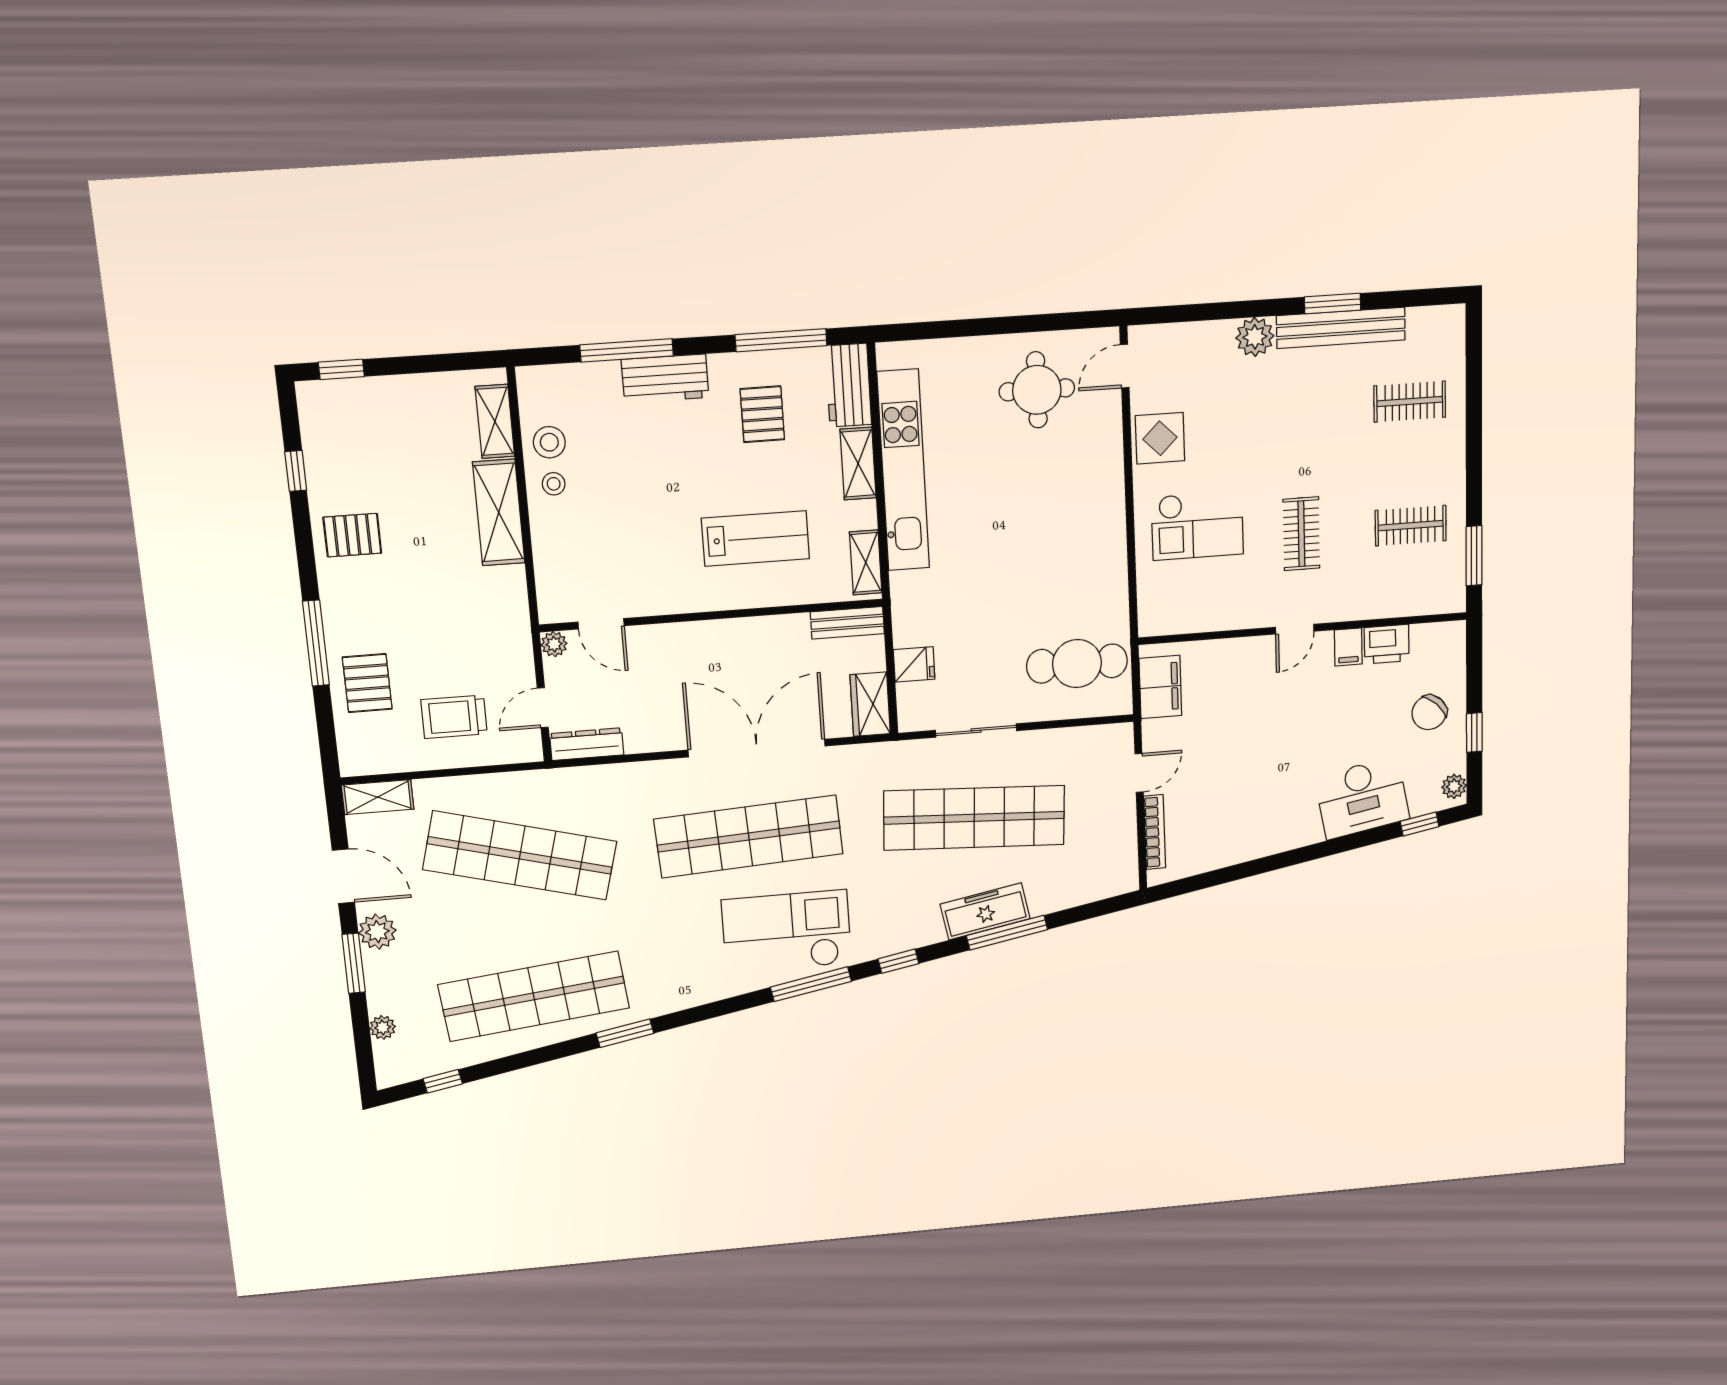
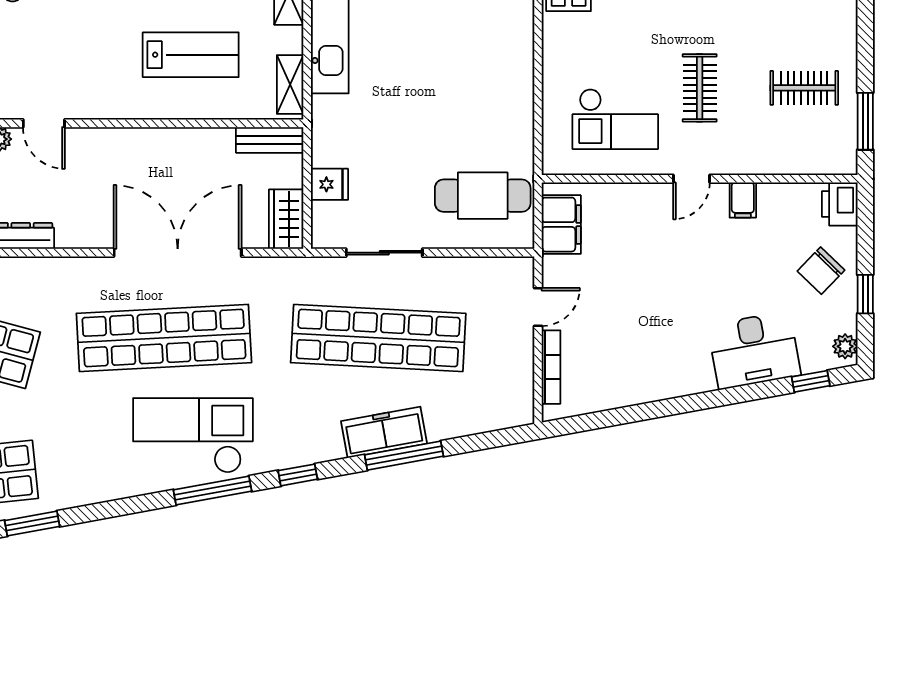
checkout: (1197, 525) -> (615, 119), moved
printer: (1387, 644) -> (840, 204), moved, turned 90

